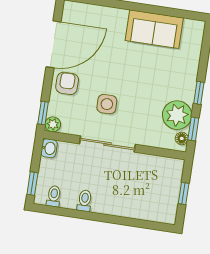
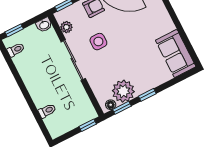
sofa: (154, 29) -> (176, 53), moved
plant: (53, 124) -> (66, 27), moved
window: (184, 193) -> (88, 125), moved
toilet: (85, 201) -> (47, 111), moved

